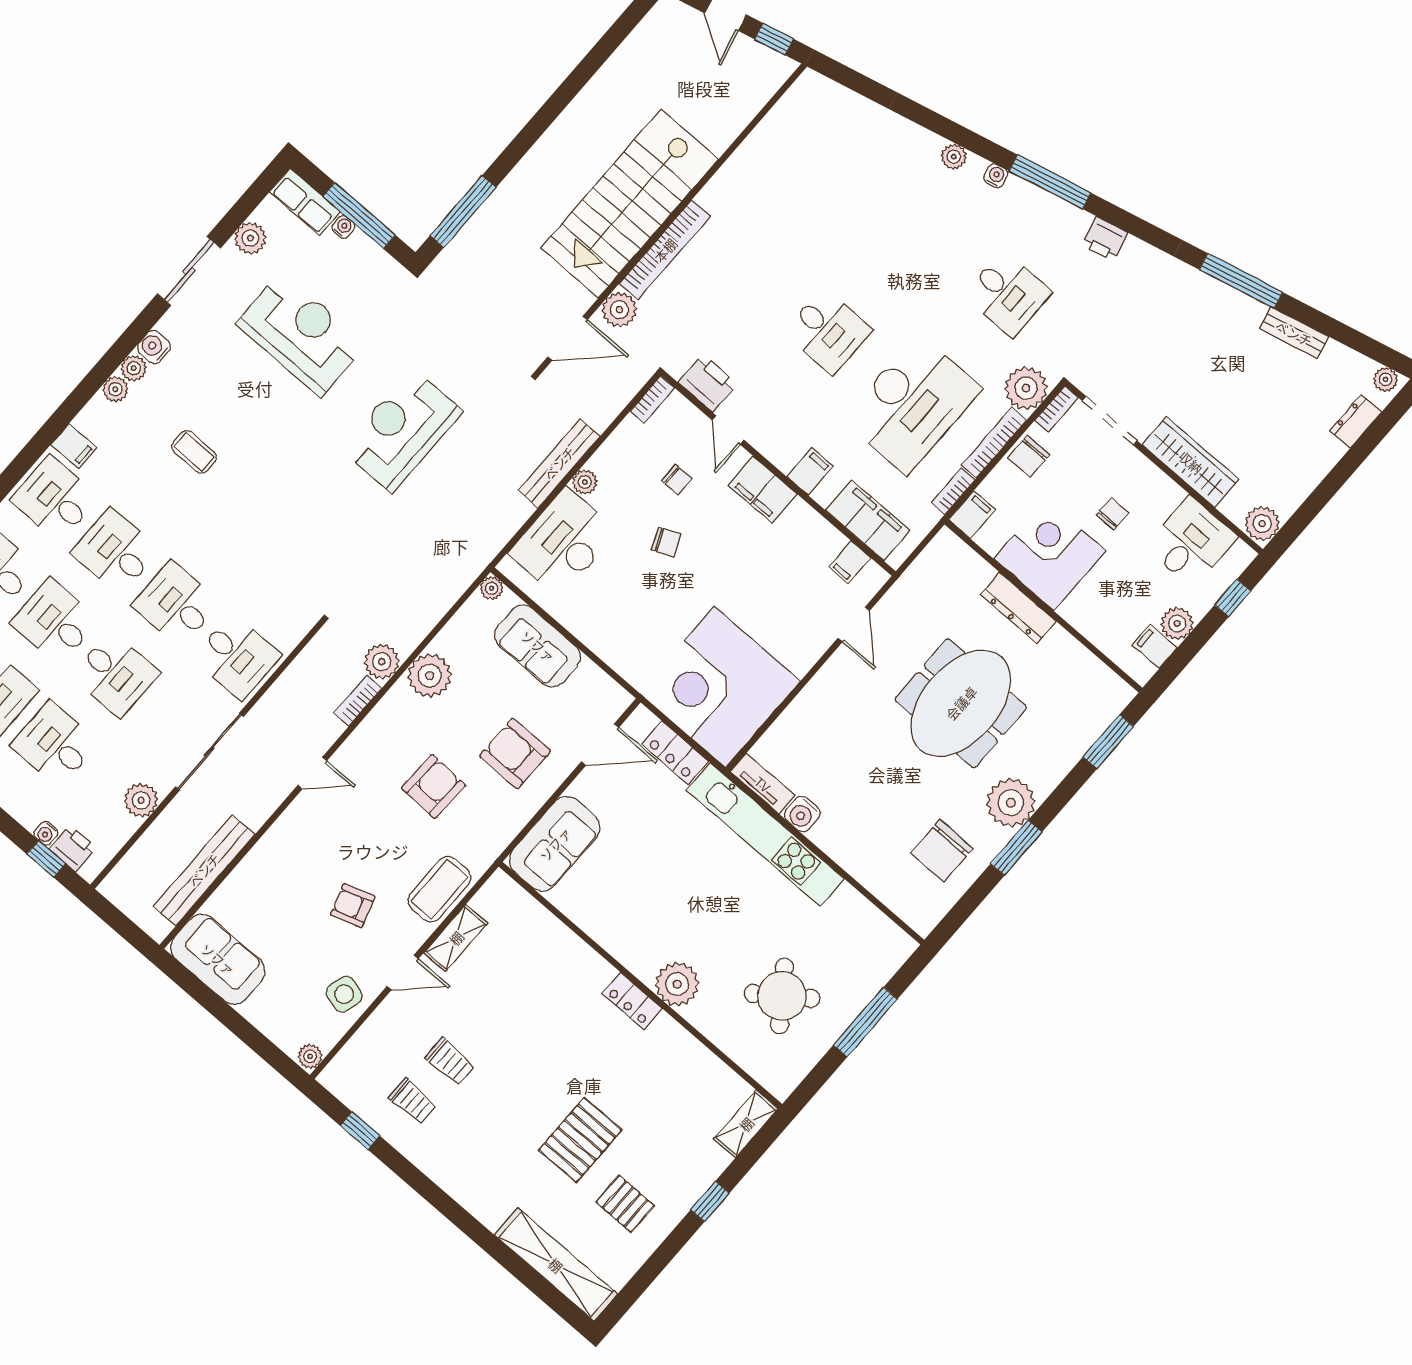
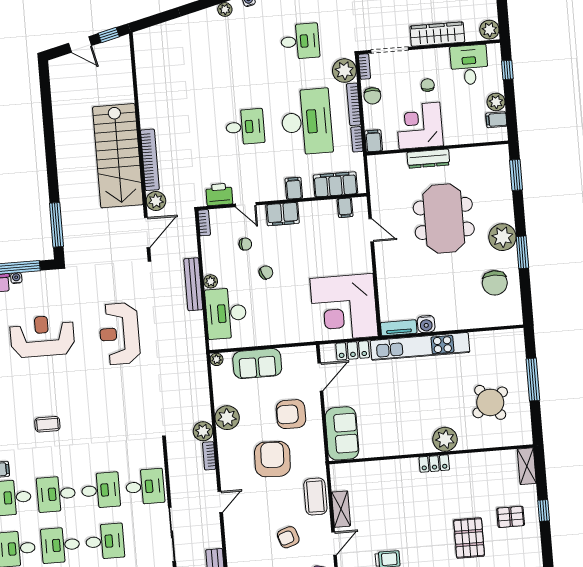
desk: (176, 604) -> (101, 490), turned 180
armchair: (433, 786) -> (272, 459), width x1.36, depth x1.36
pallet: (625, 1204) -> (511, 517), moved

